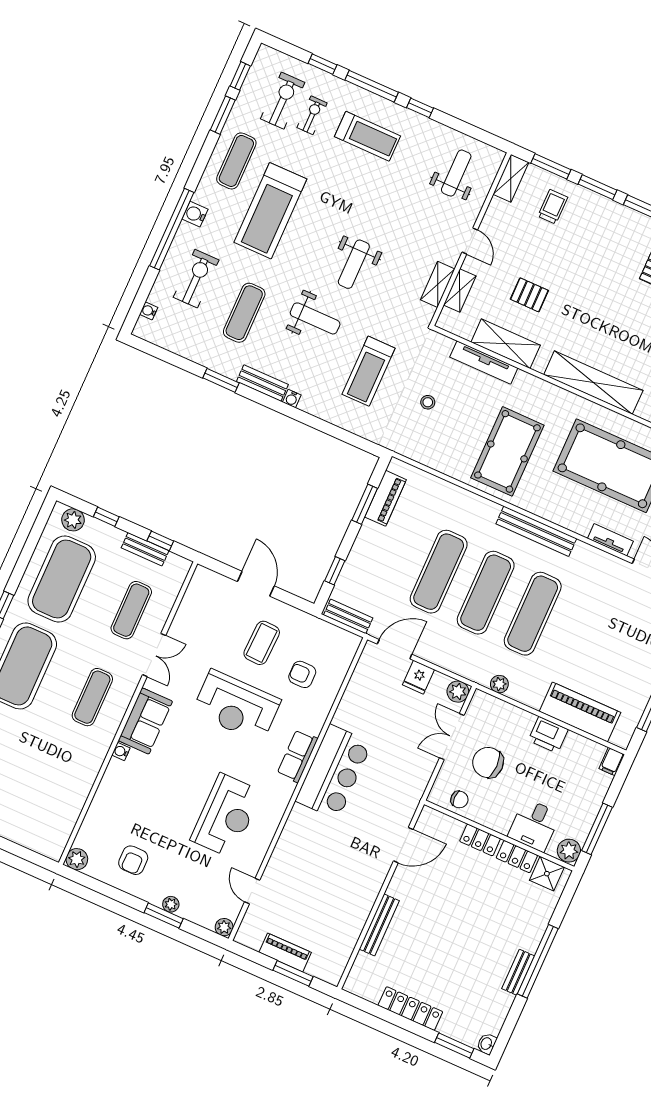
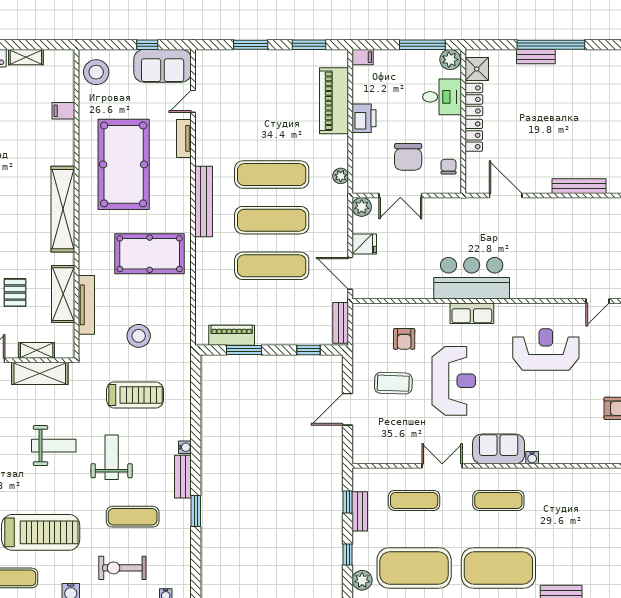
shelving: (438, 284) -> (40, 373), width x1.50, depth x1.33
stool: (428, 402) -> (139, 336), width x1.89, depth x1.89
bench: (518, 972) -> (536, 57), moved

